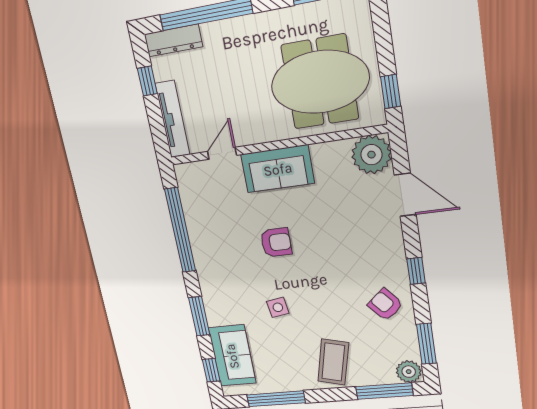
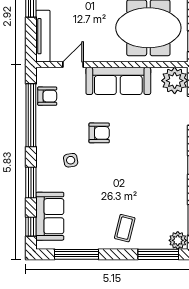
sofa: (278, 169) -> (118, 81), width x1.36
armchair: (385, 305) -> (47, 96), moved, turned 131
side table: (278, 307) -> (71, 160), moved
coffee table: (333, 362) -> (125, 228), width x0.73, depth x0.77

